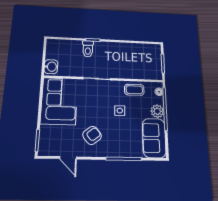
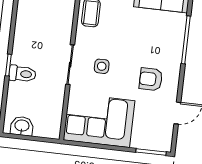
washbasin: (51, 67) -> (22, 126), moved
side table: (120, 111) -> (102, 66), moved
armchair: (92, 135) -> (151, 79), turned -52

